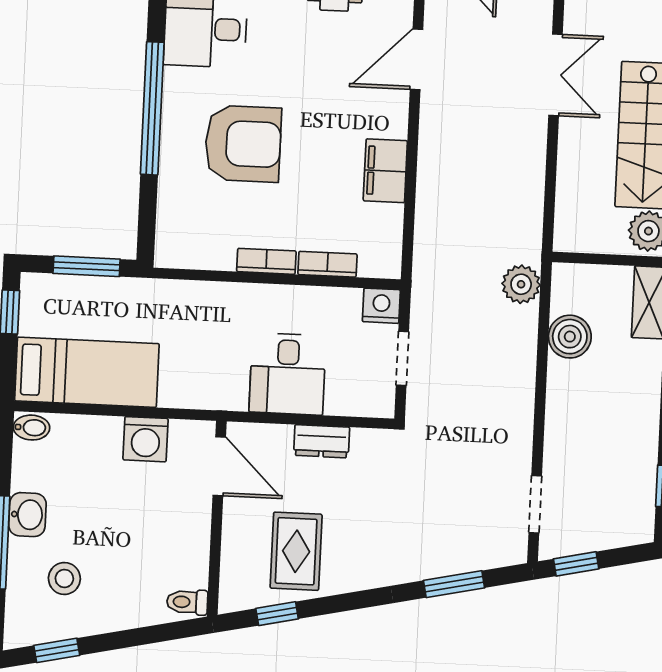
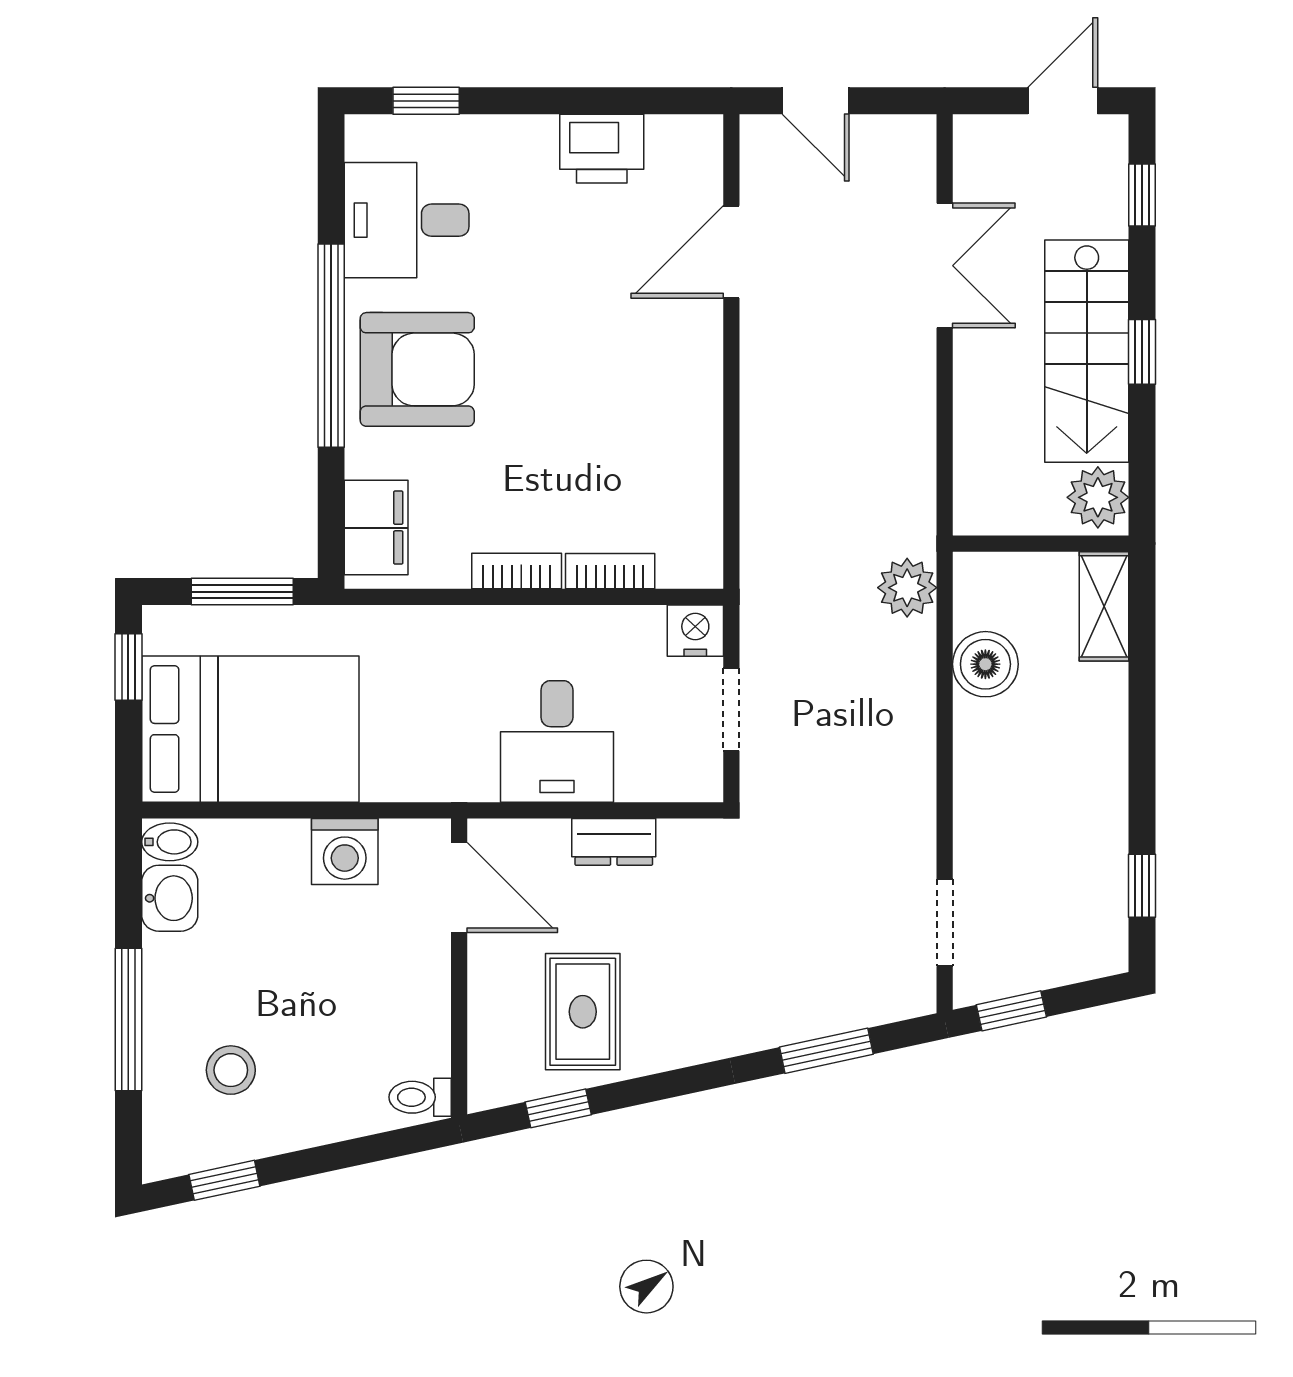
armchair: (243, 144) -> (417, 369), moved
filing cabinet: (385, 171) -> (376, 528), moved, turned 180
bed: (87, 372) -> (250, 729), width x1.50
washbasin: (27, 515) -> (170, 898), moved

